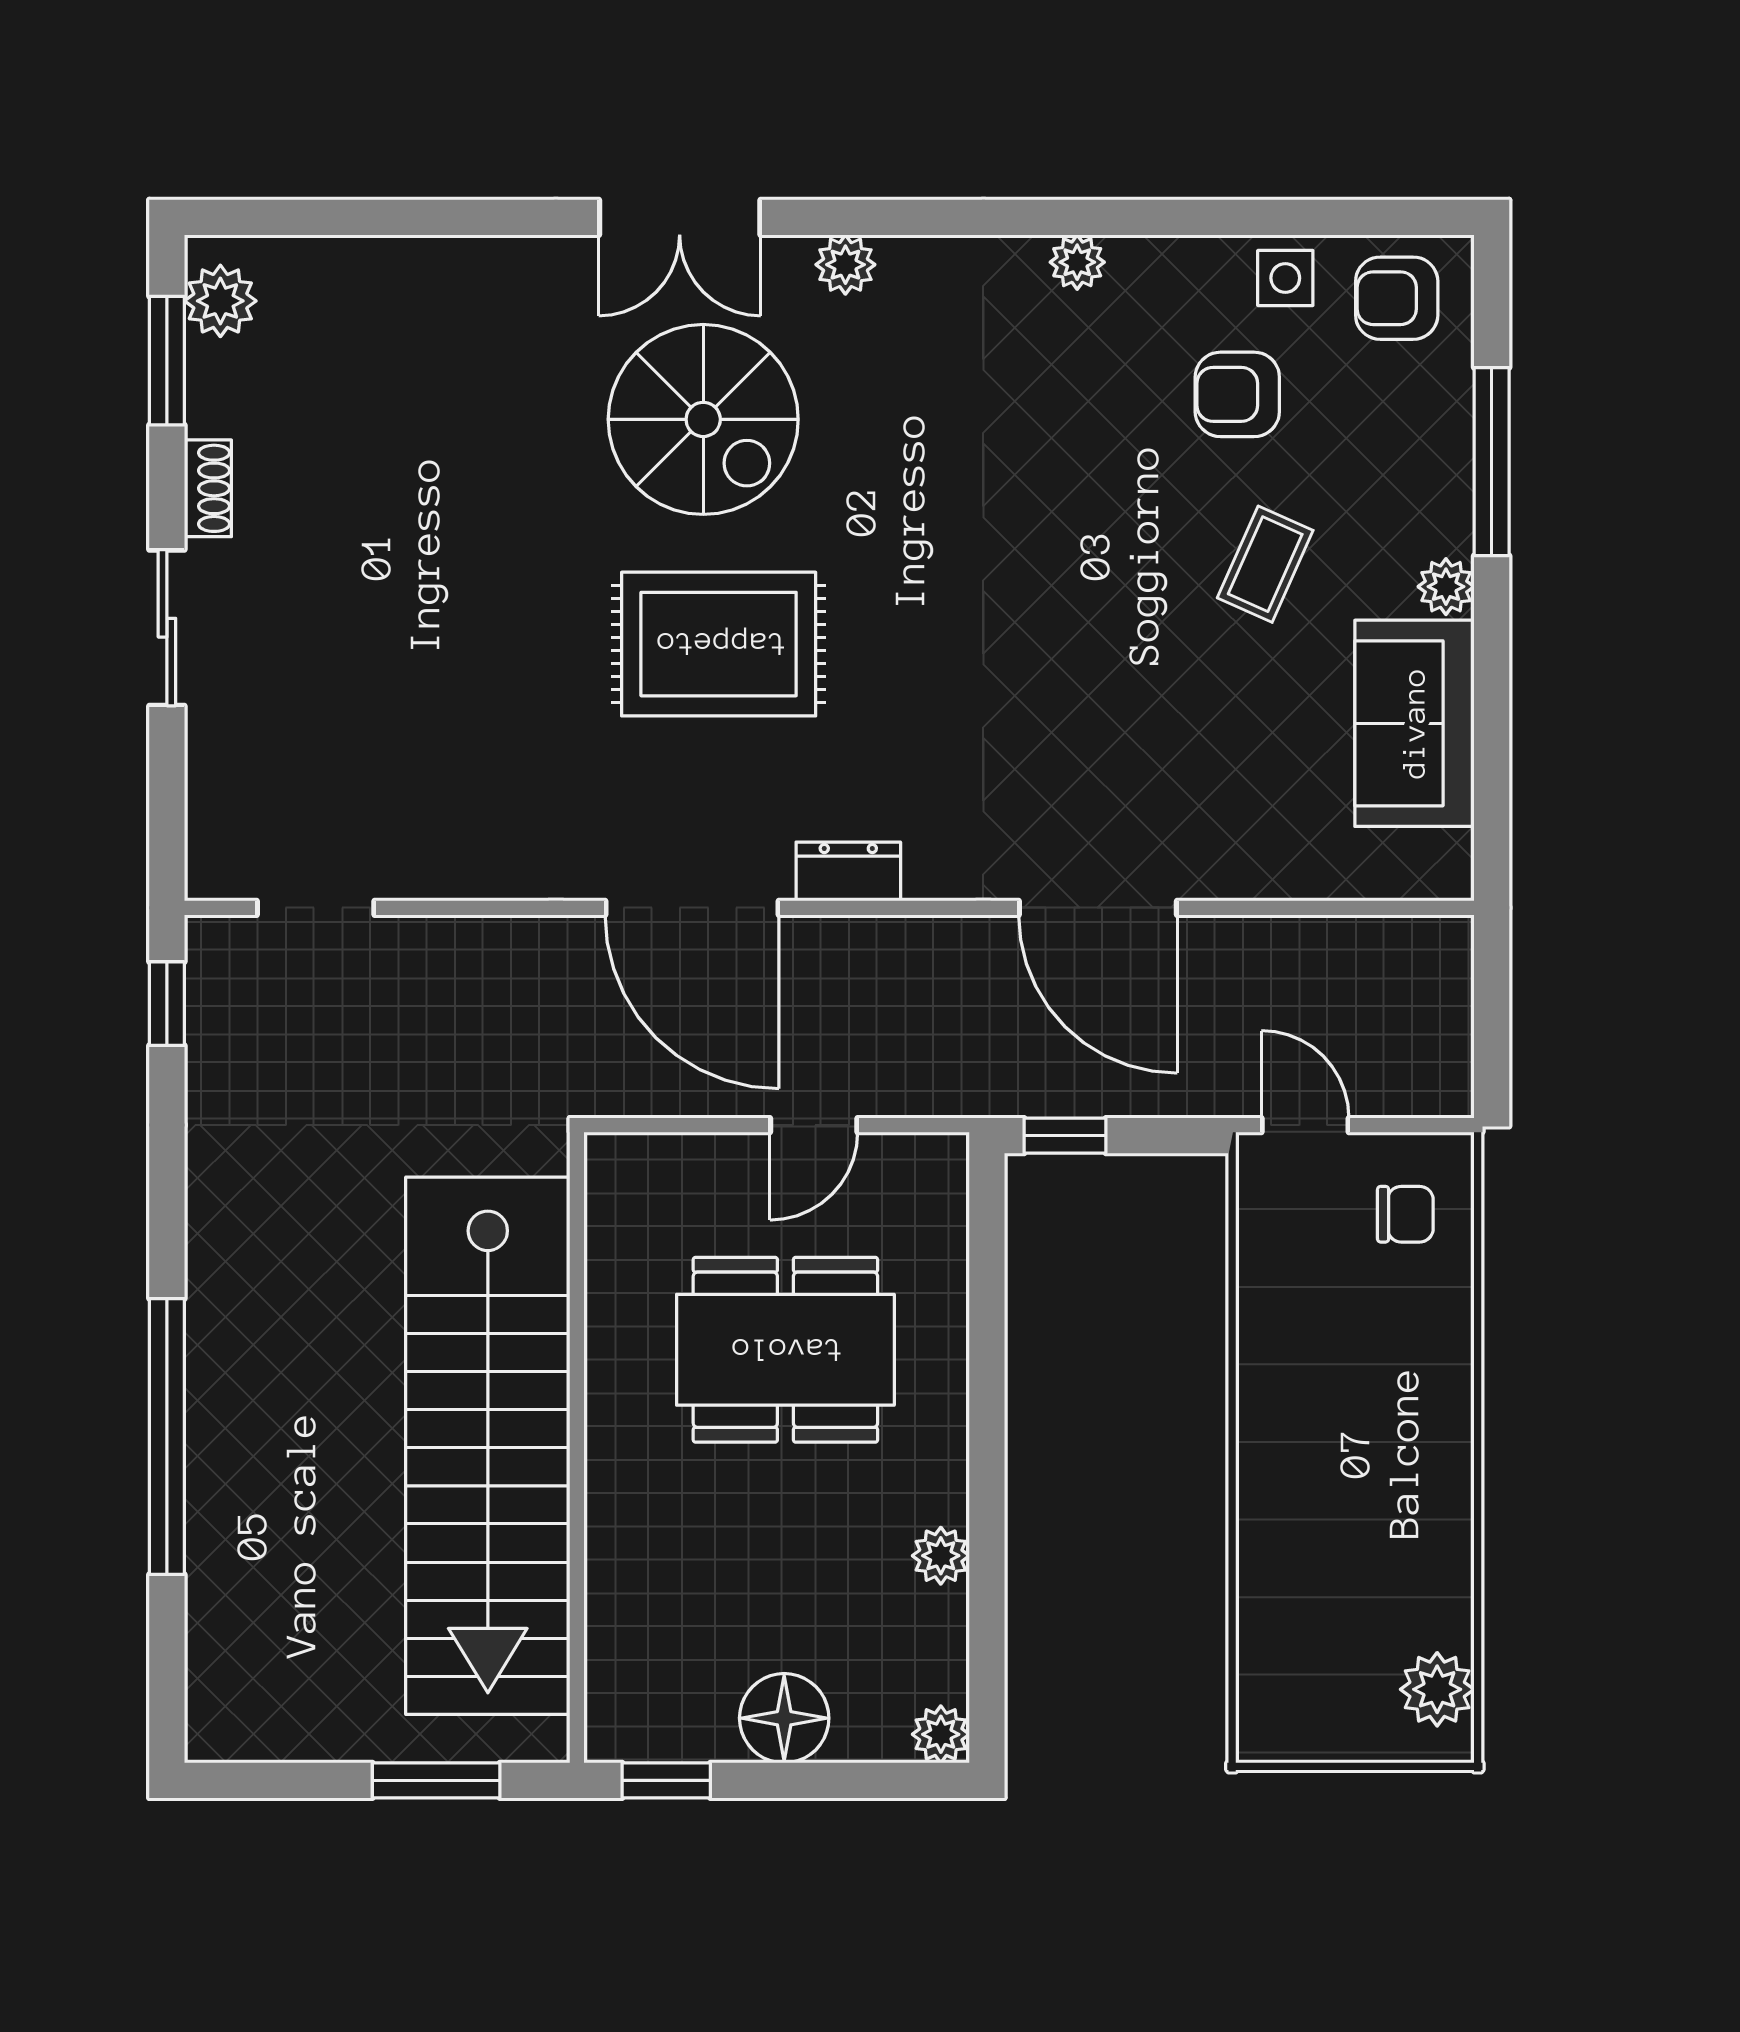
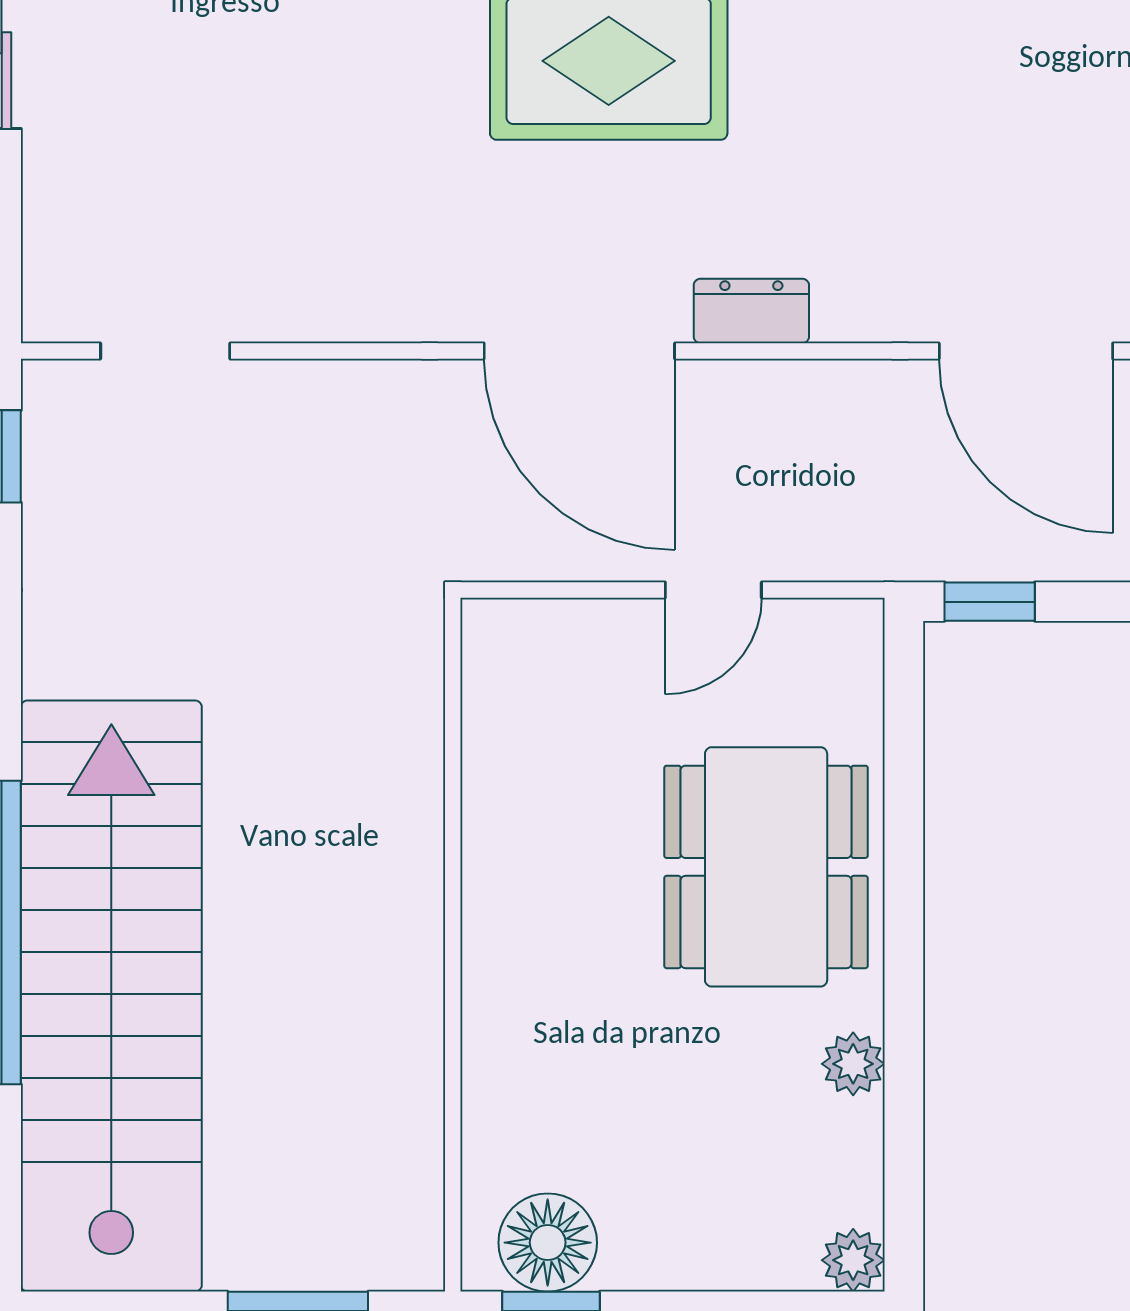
dining table: (785, 1350) -> (766, 867), moved, turned 90
stairs: (488, 1446) -> (111, 996), moved, turned 180
floor lamp: (784, 1718) -> (548, 1243), moved

